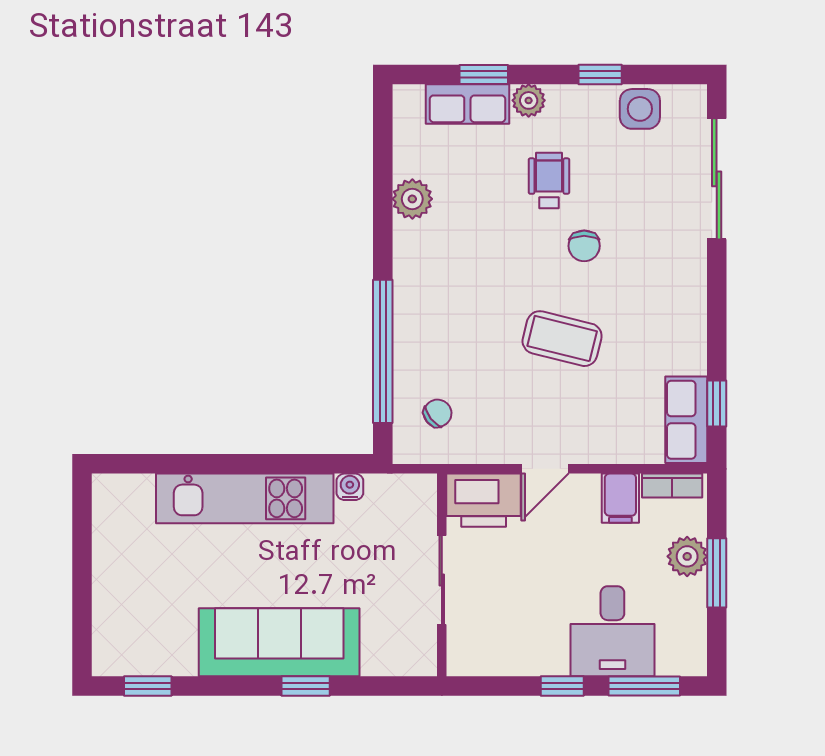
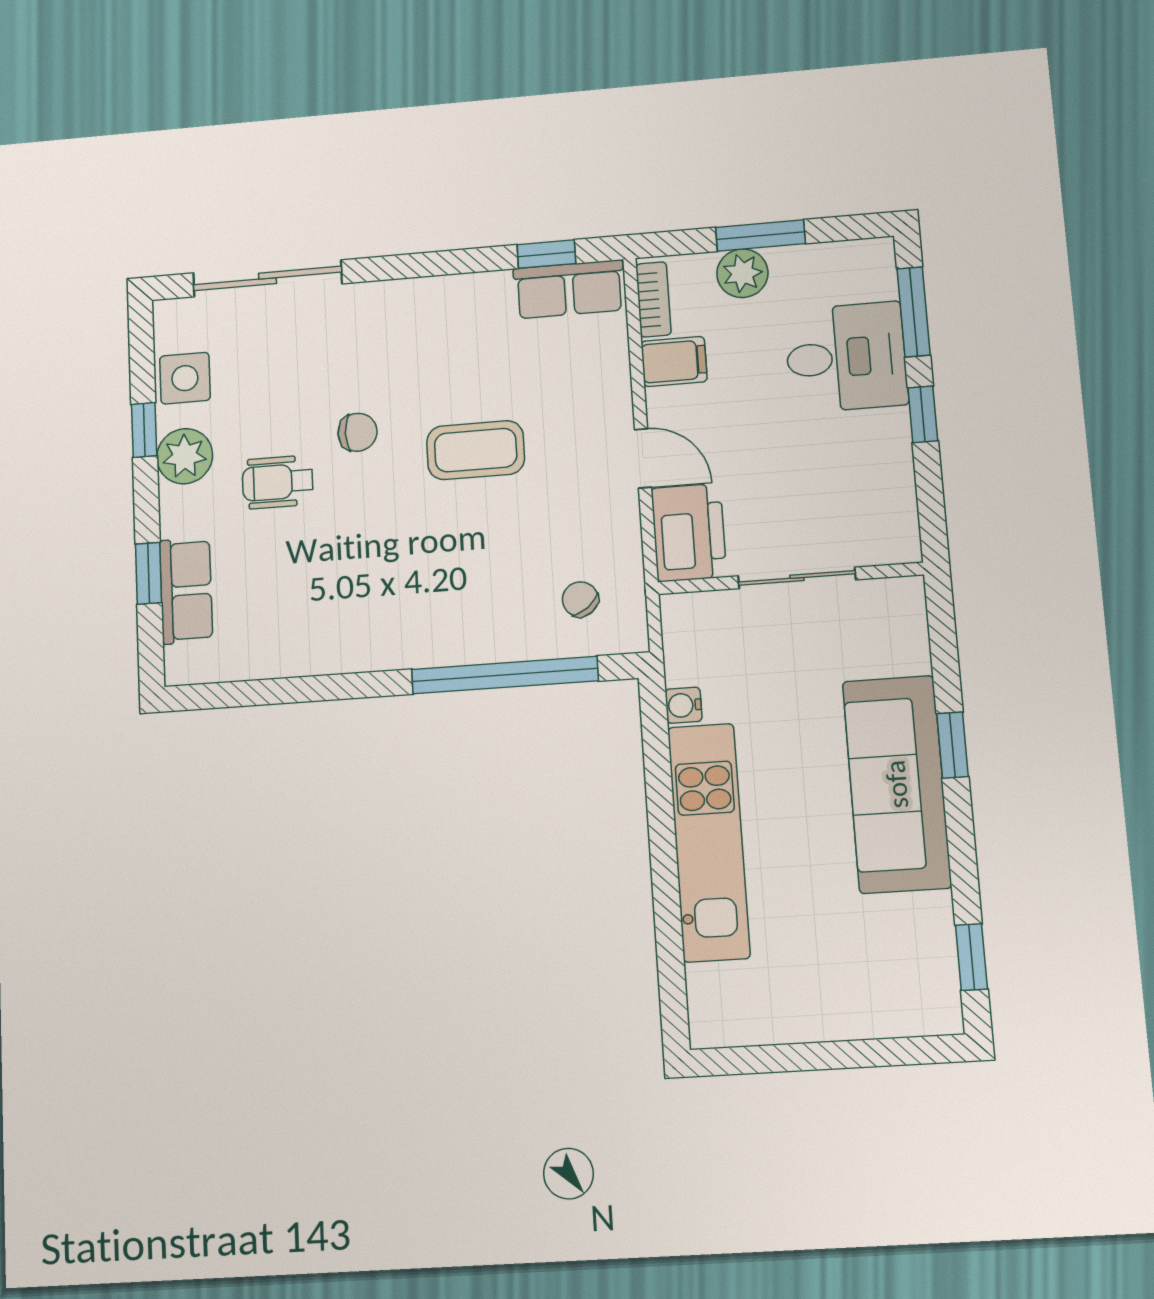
plant: (529, 100) -> (185, 456), moved, width x1.38, depth x1.38
plant: (412, 199) -> (308, 651), removed
coffee table: (562, 339) -> (476, 450), turned 76

